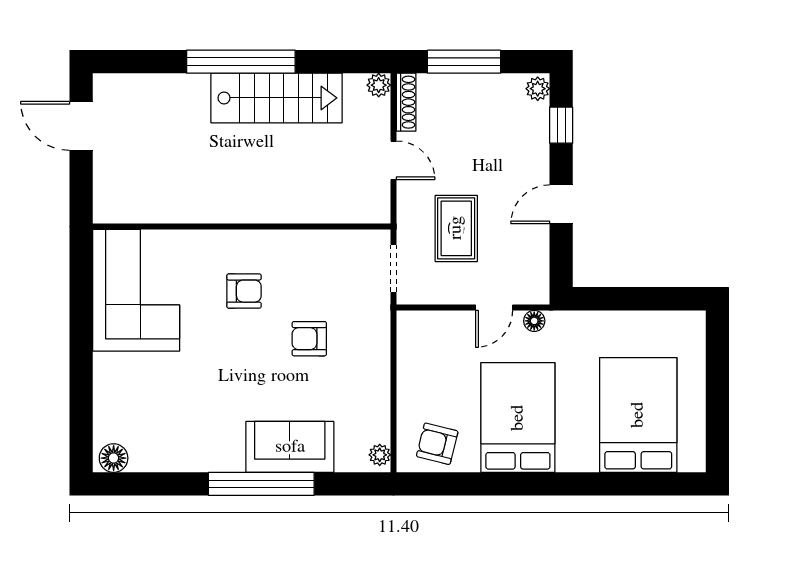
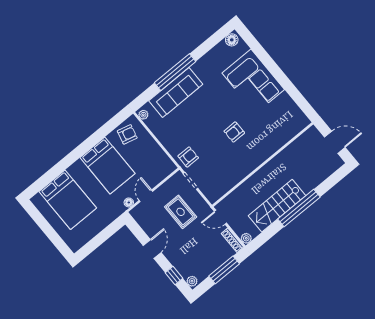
wall: (242, 227) -> (263, 165), moved
corner sofa: (136, 290) -> (253, 81), moved
armchair: (309, 339) -> (188, 157), moved
sofa: (290, 447) -> (176, 92), width x1.36

